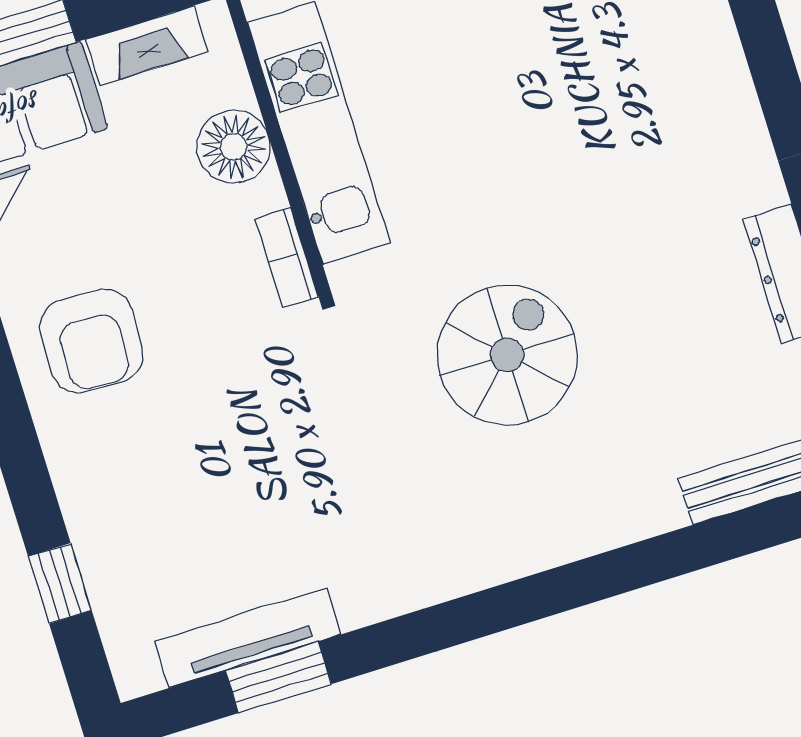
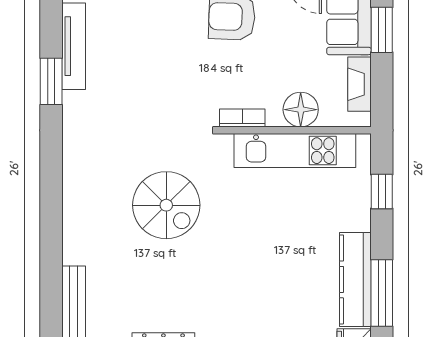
window: (278, 677) -> (51, 81), moved

